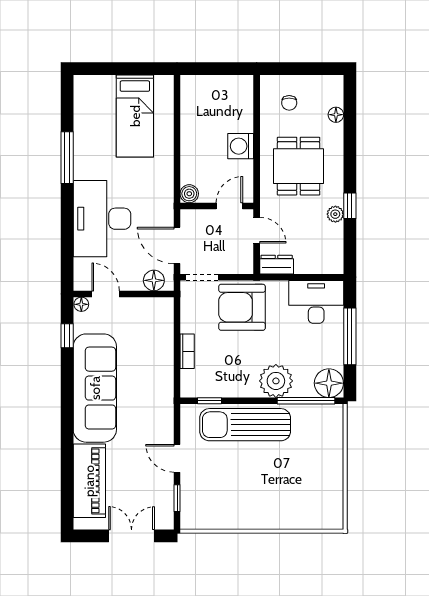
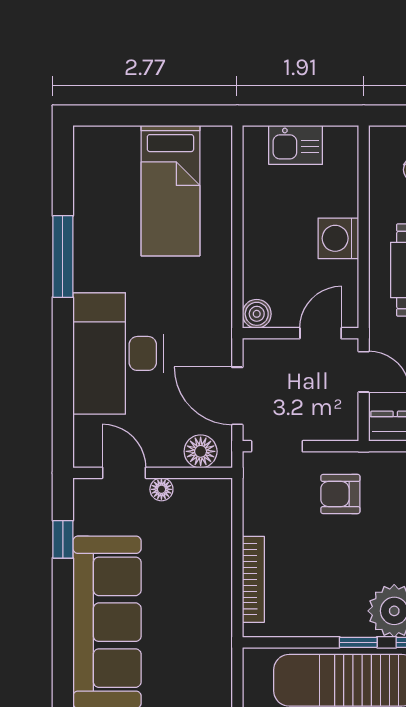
kitchen sink: (214, 87) -> (296, 145), added
floor lamp: (81, 304) -> (161, 489), moved
armchair: (242, 307) -> (340, 494), width x0.53, depth x0.53
bookcase: (187, 351) -> (253, 579), width x1.56
window: (210, 401) -> (358, 642), moved

